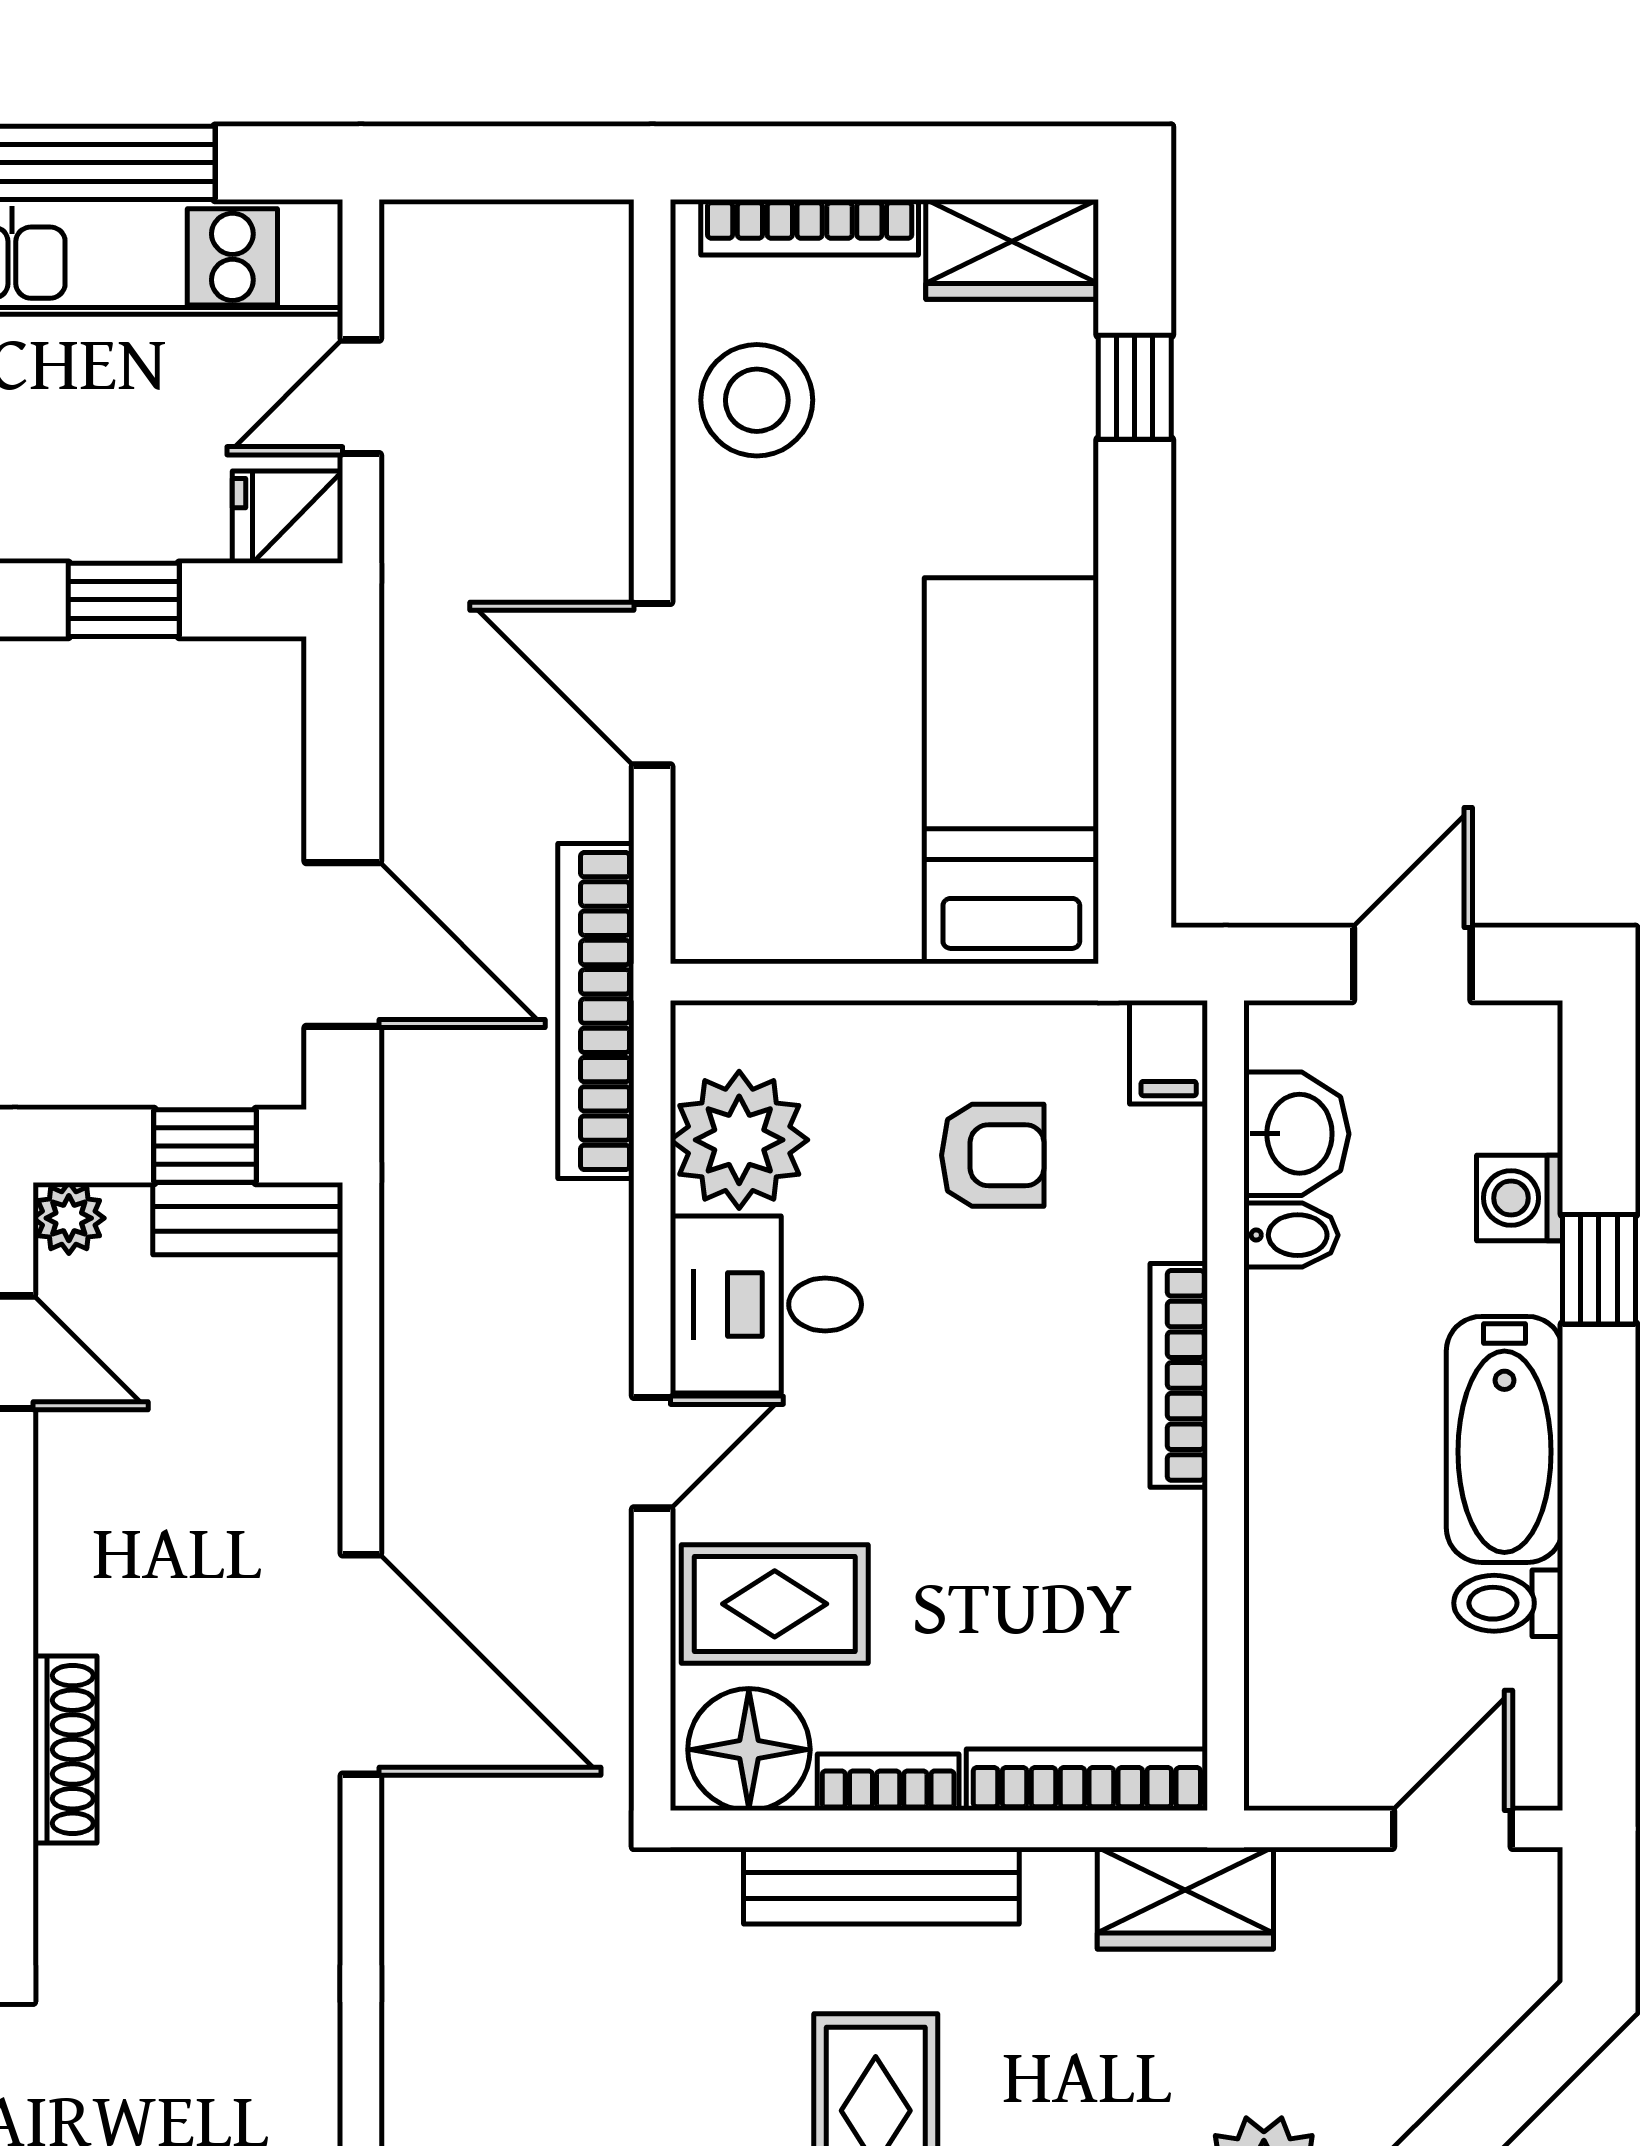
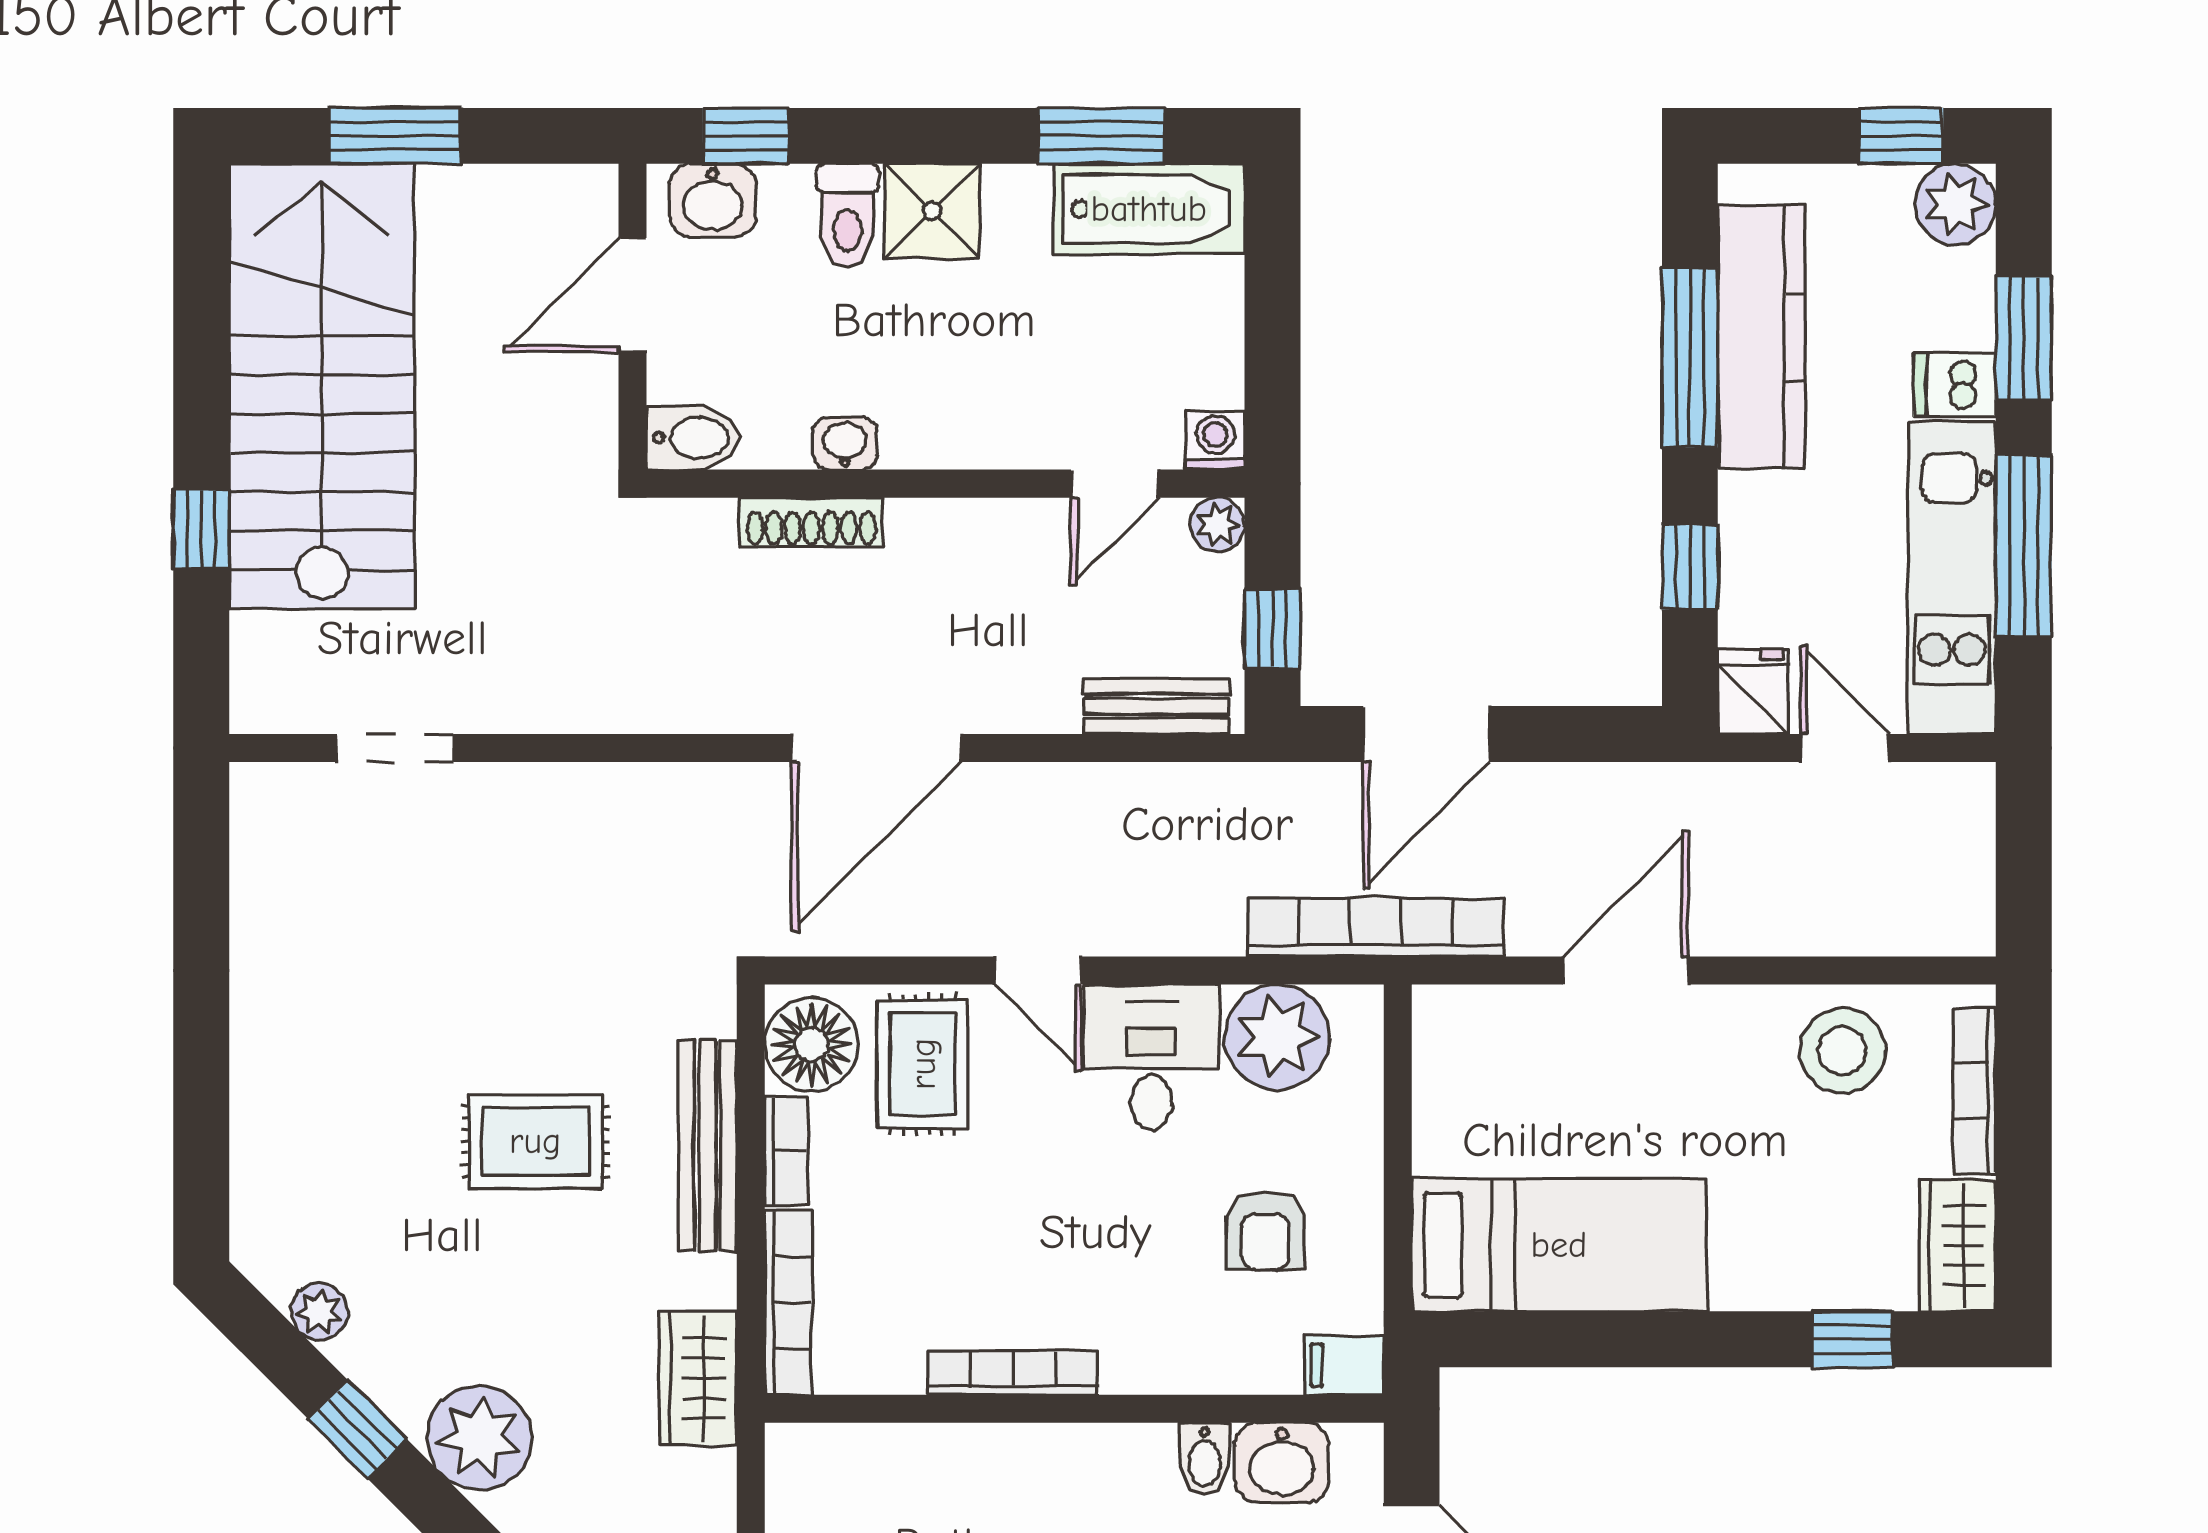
bench: (248, 1219) -> (1157, 706), moved, turned 90
bookcase: (1179, 1375) -> (1013, 1373), moved

